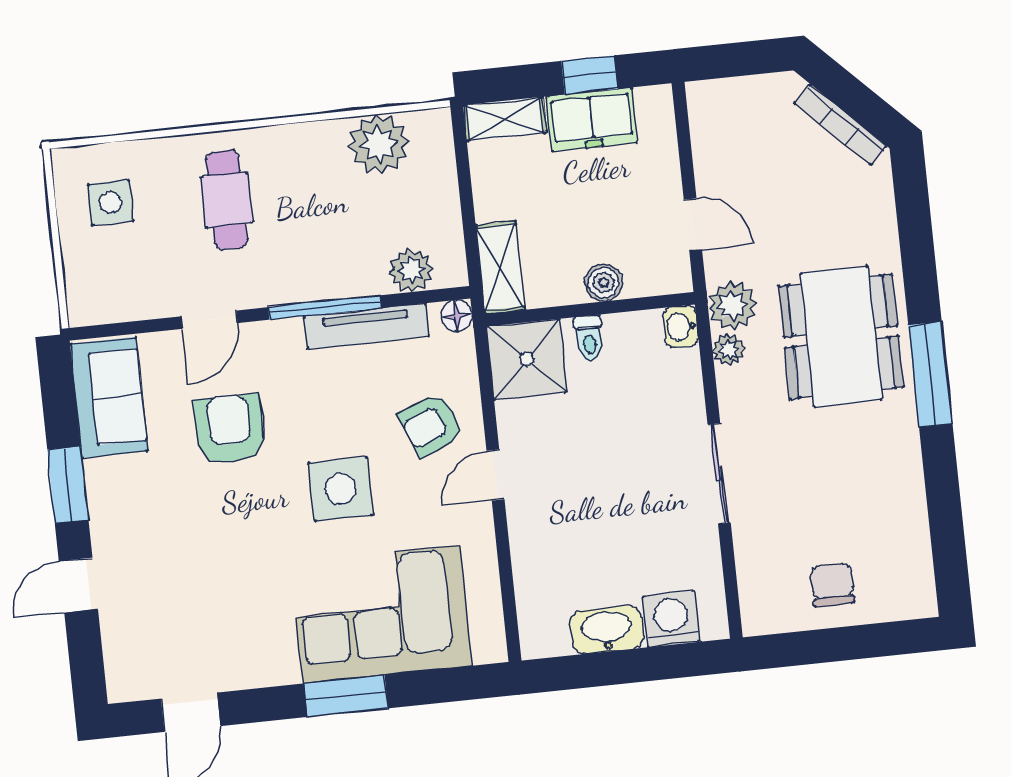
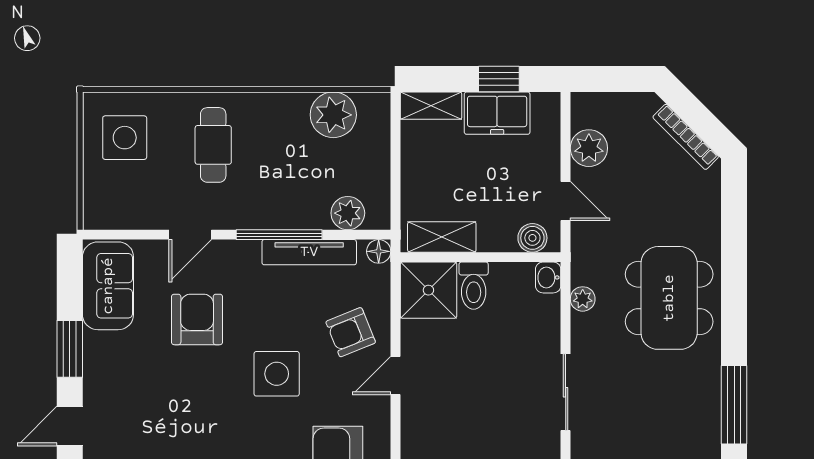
side table: (110, 202) -> (125, 138), width x1.37, depth x1.37
shelving: (500, 267) -> (442, 237), moved, turned 90
boiler: (604, 283) -> (532, 238), moved
plant: (732, 305) -> (589, 148), moved
toilet: (589, 338) -> (474, 286), width x1.37, depth x1.39
window: (930, 374) -> (734, 405), moved

